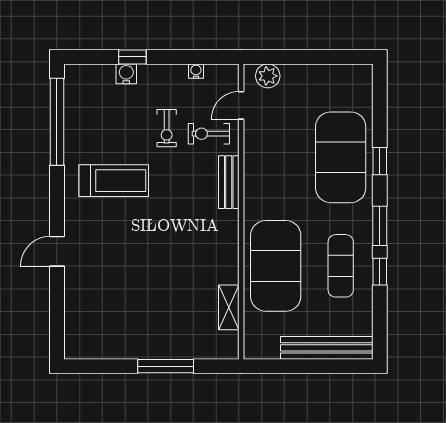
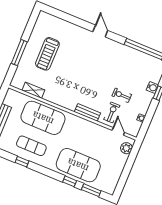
treadmill: (114, 181) -> (47, 54), moved
window: (380, 226) -> (91, 190), moved
door: (57, 251) -> (100, 31), moved

